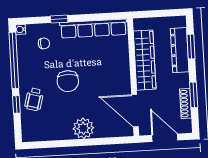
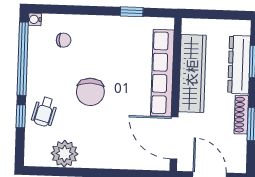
window: (59, 19) -> (132, 12), moved
row of seats: (93, 28) -> (162, 73), moved, turned 90
shoe rack: (186, 104) -> (241, 115), moved
plant: (83, 128) -> (64, 154), moved

